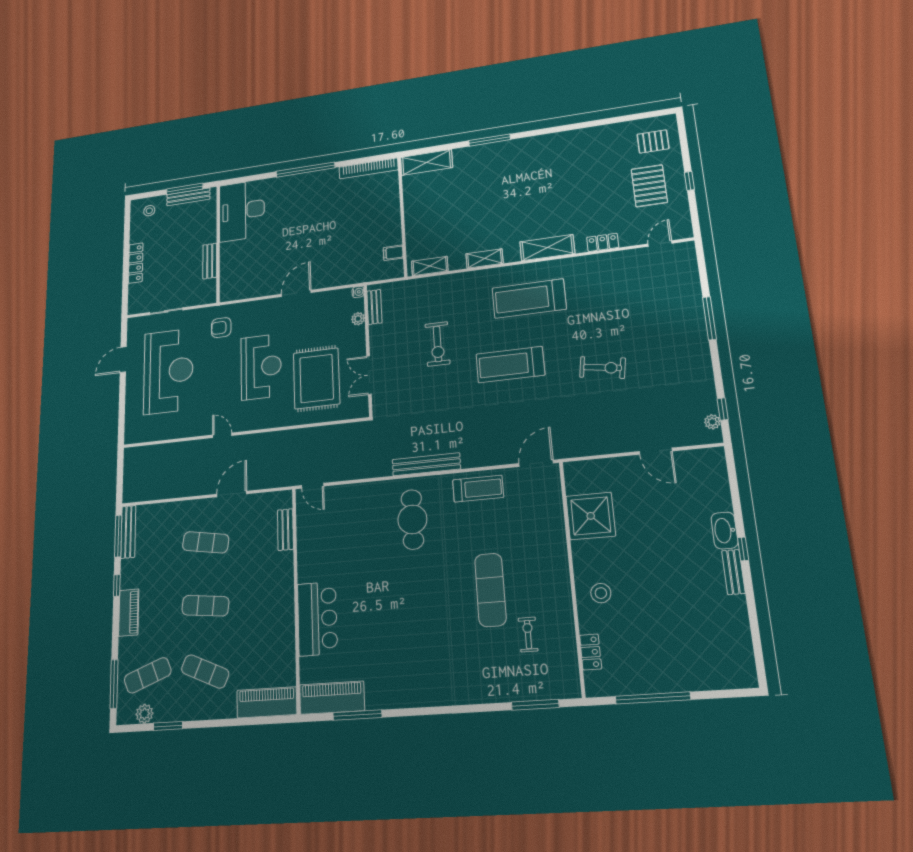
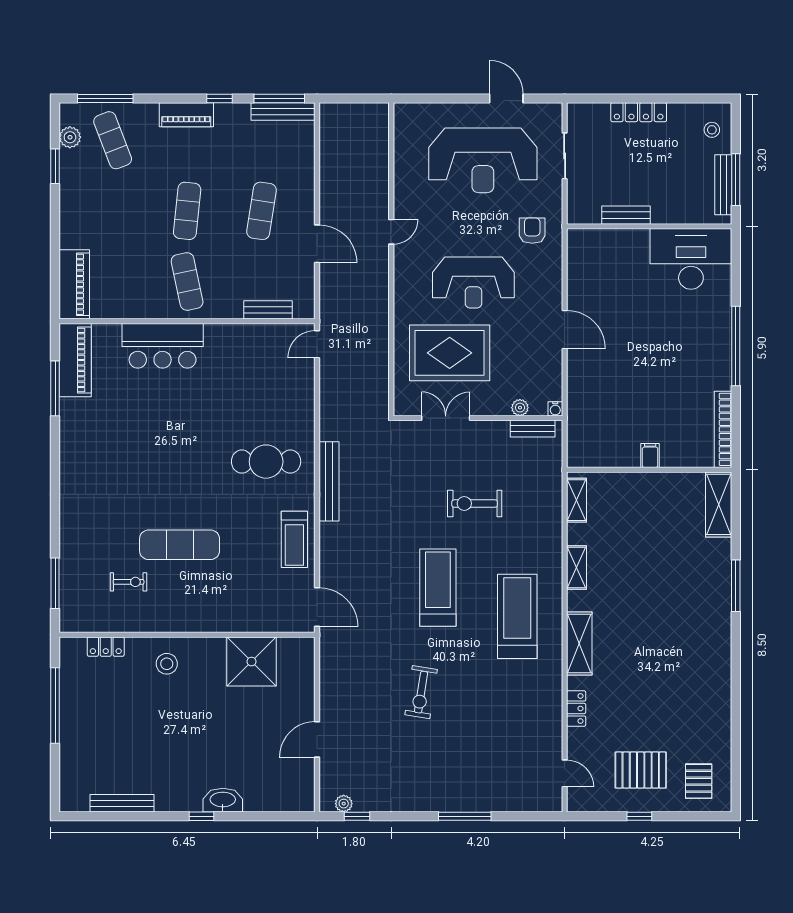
filing cabinet: (393, 253) -> (650, 456), moved
bench: (733, 572) -> (122, 803), moved, width x1.36
exercise mat: (205, 671) -> (187, 282), moved, turned -36

